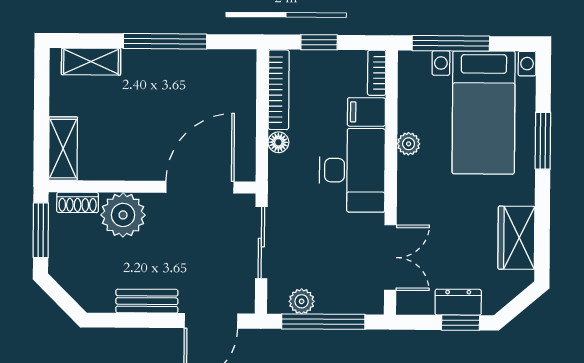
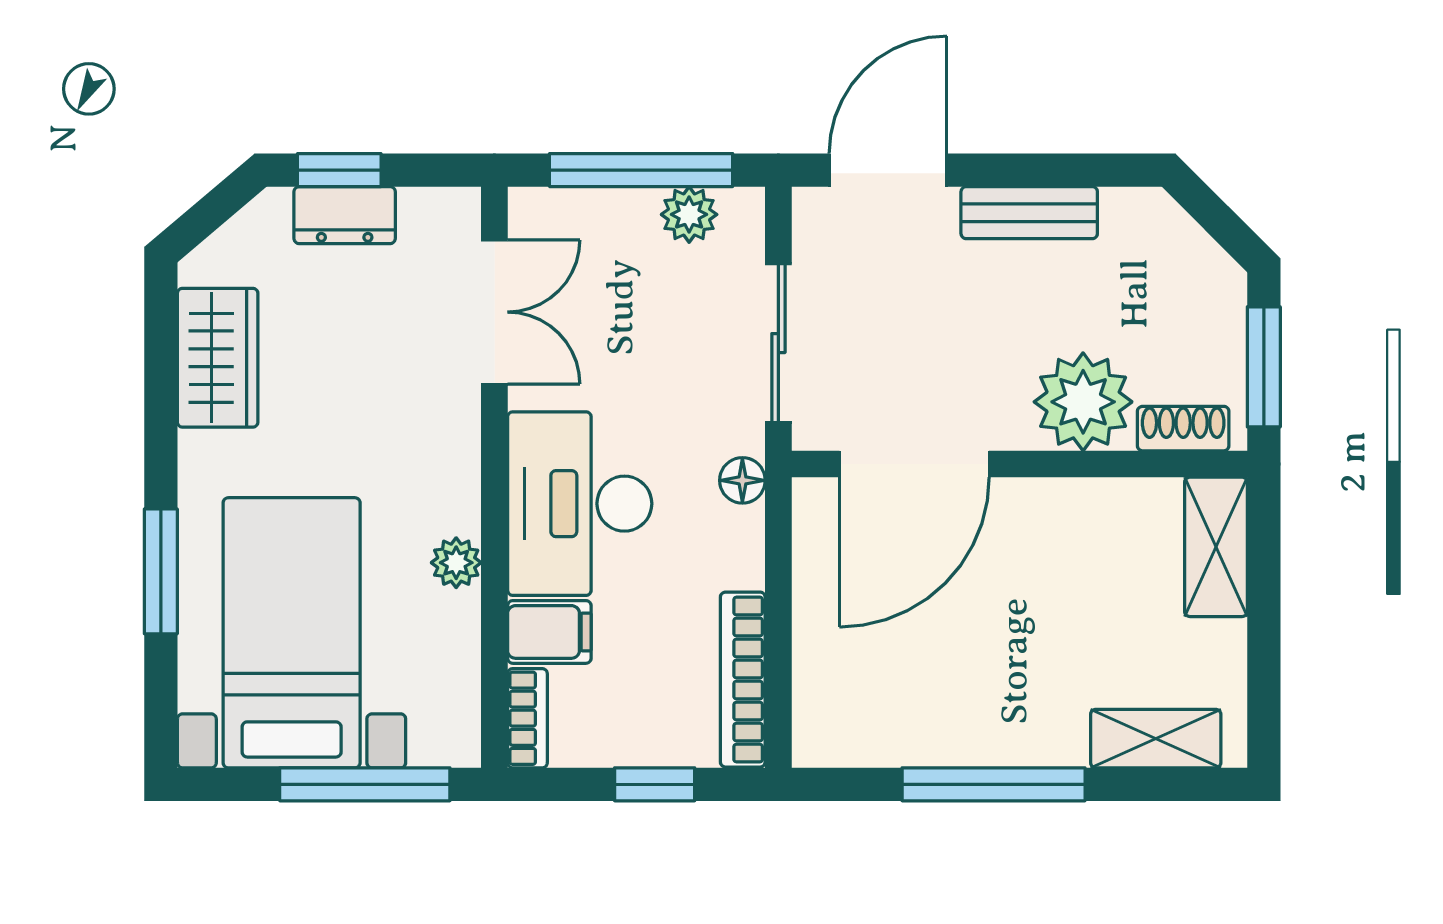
floor lamp: (278, 142) -> (742, 480), moved
double door: (390, 258) -> (494, 312), swing flipped

